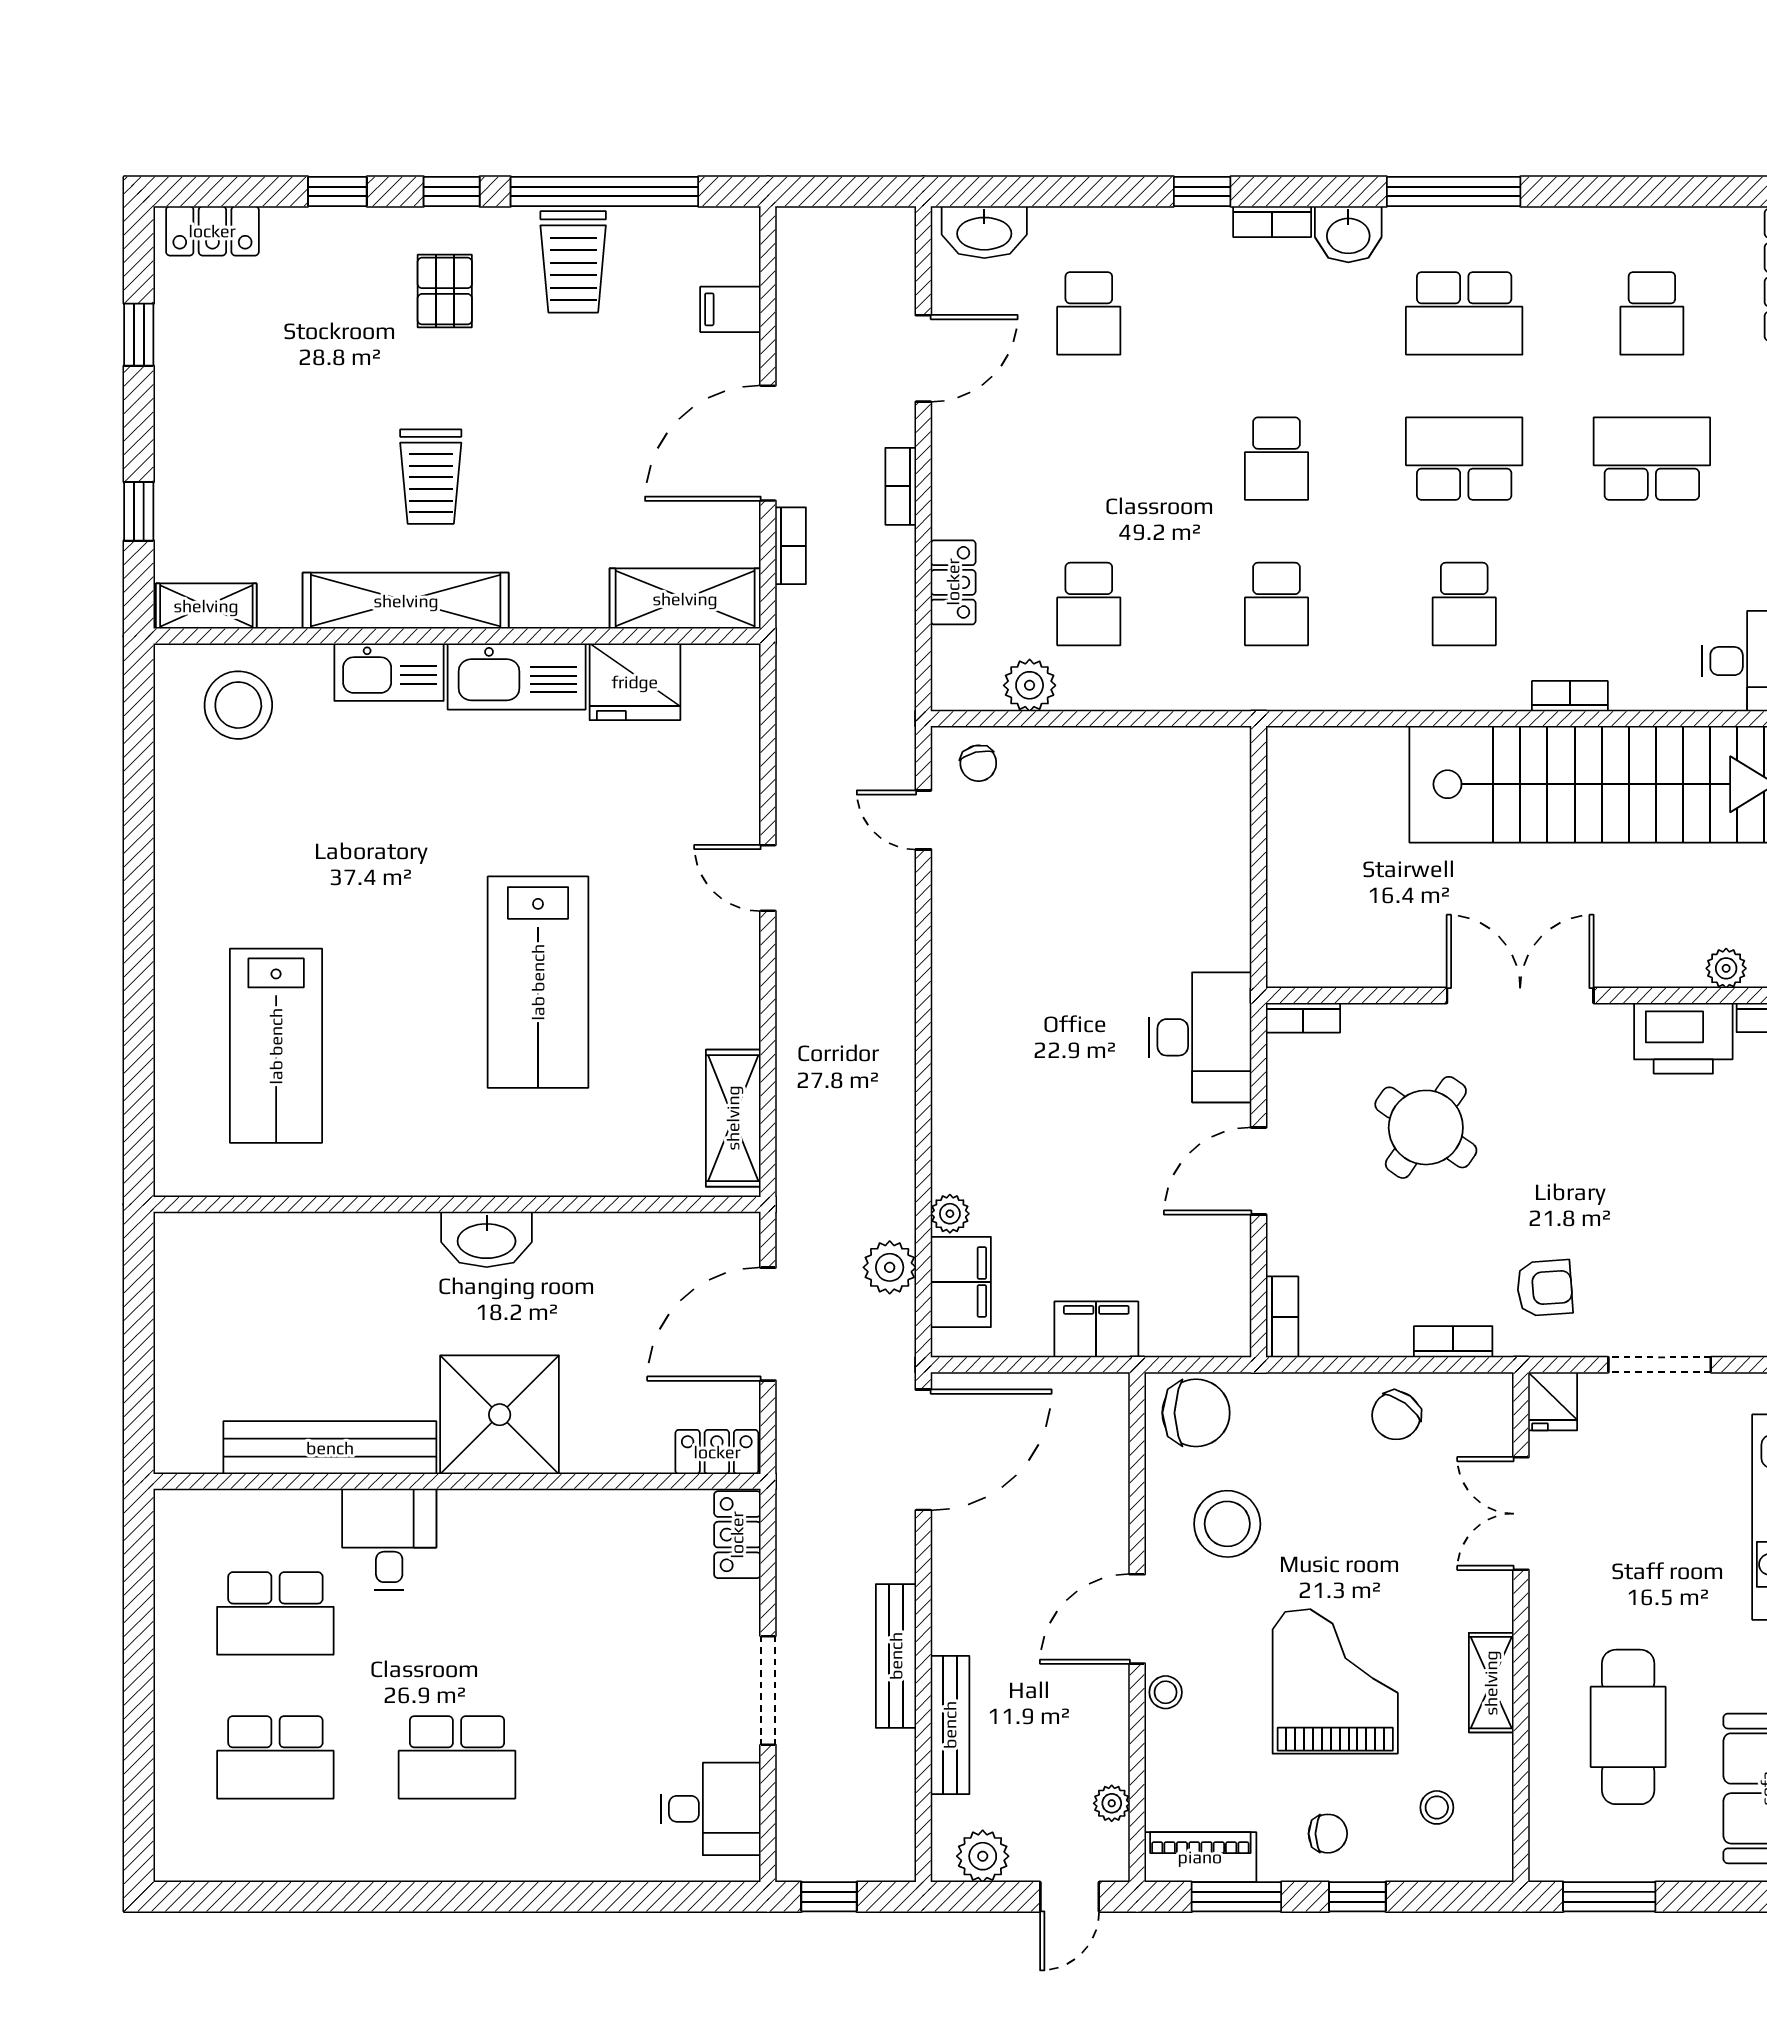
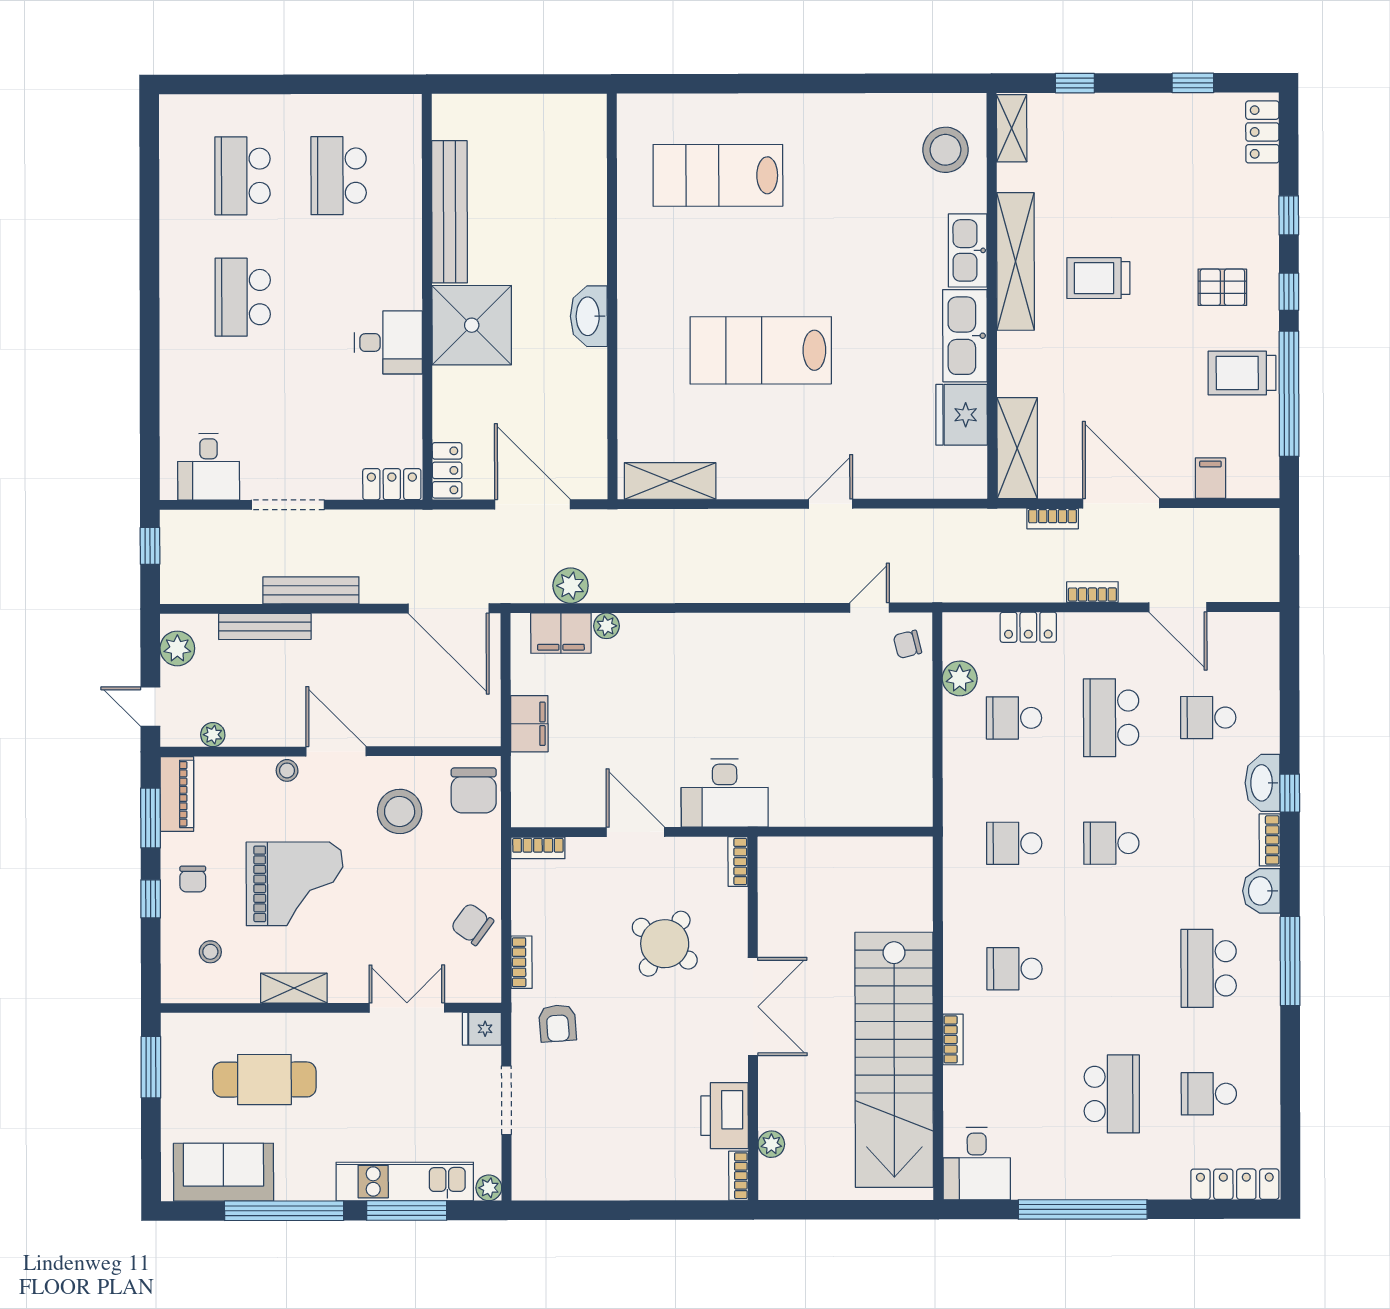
washbasin: (984, 232) -> (1263, 783), moved
school desk: (1464, 459) -> (1111, 718), moved, turned 180
desk: (389, 1539) -> (388, 342), moved

